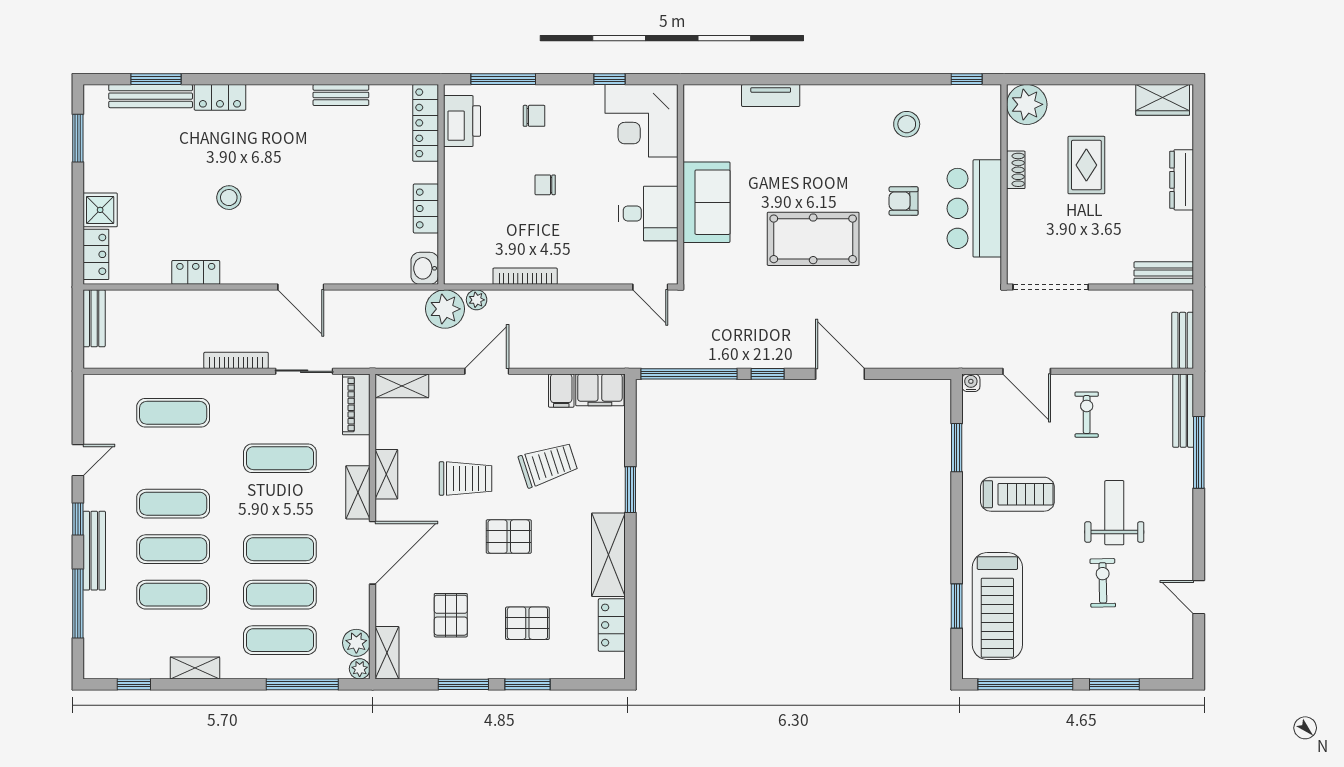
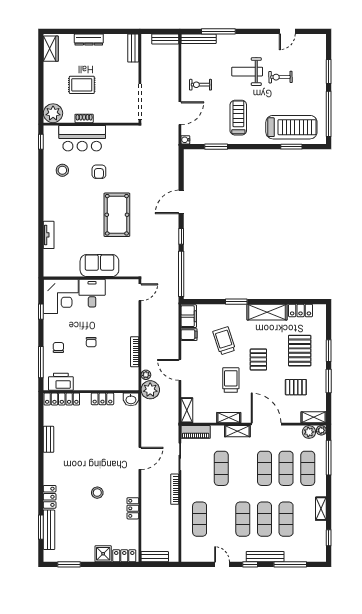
bar counter: (974, 208) -> (82, 138), moved
desk: (648, 213) -> (92, 293), moved
pallet: (527, 623) -> (300, 351), width x1.50, depth x1.42

